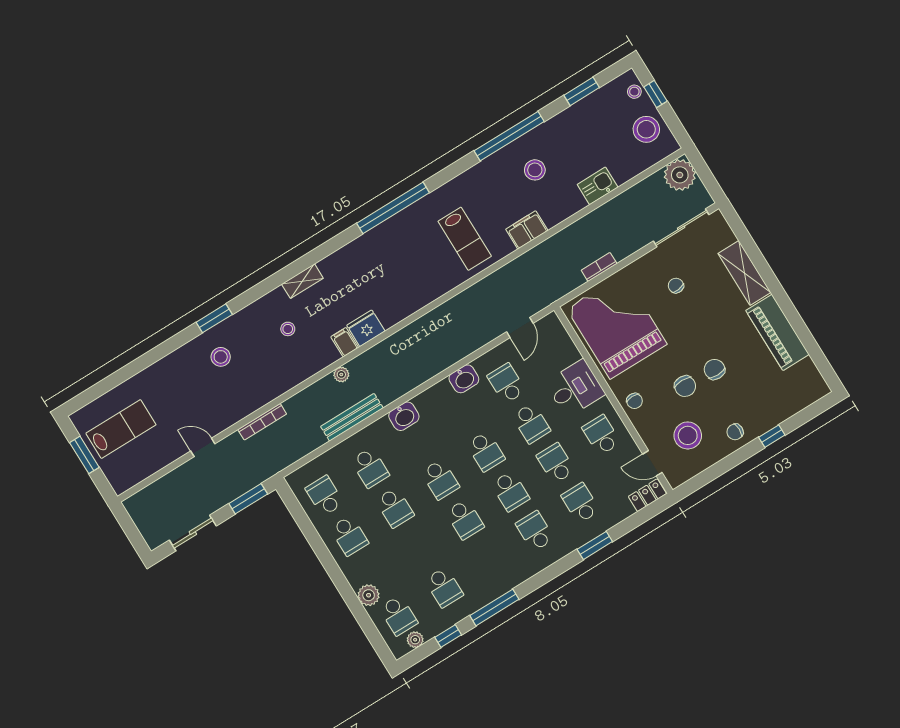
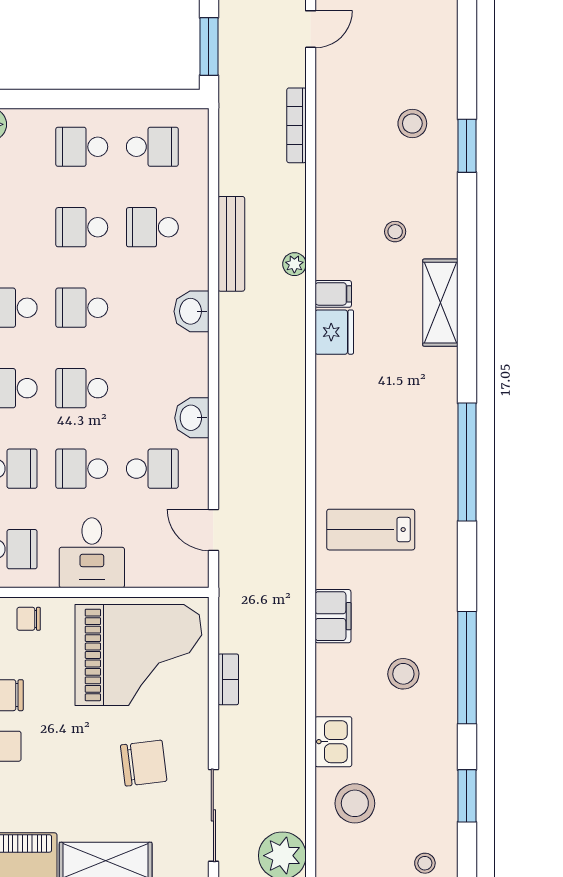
stool: (646, 129) -> (355, 803), moved
shelving: (302, 281) -> (440, 303), width x1.50, depth x1.33
chair: (676, 286) -> (144, 763), width x1.87, depth x1.87

